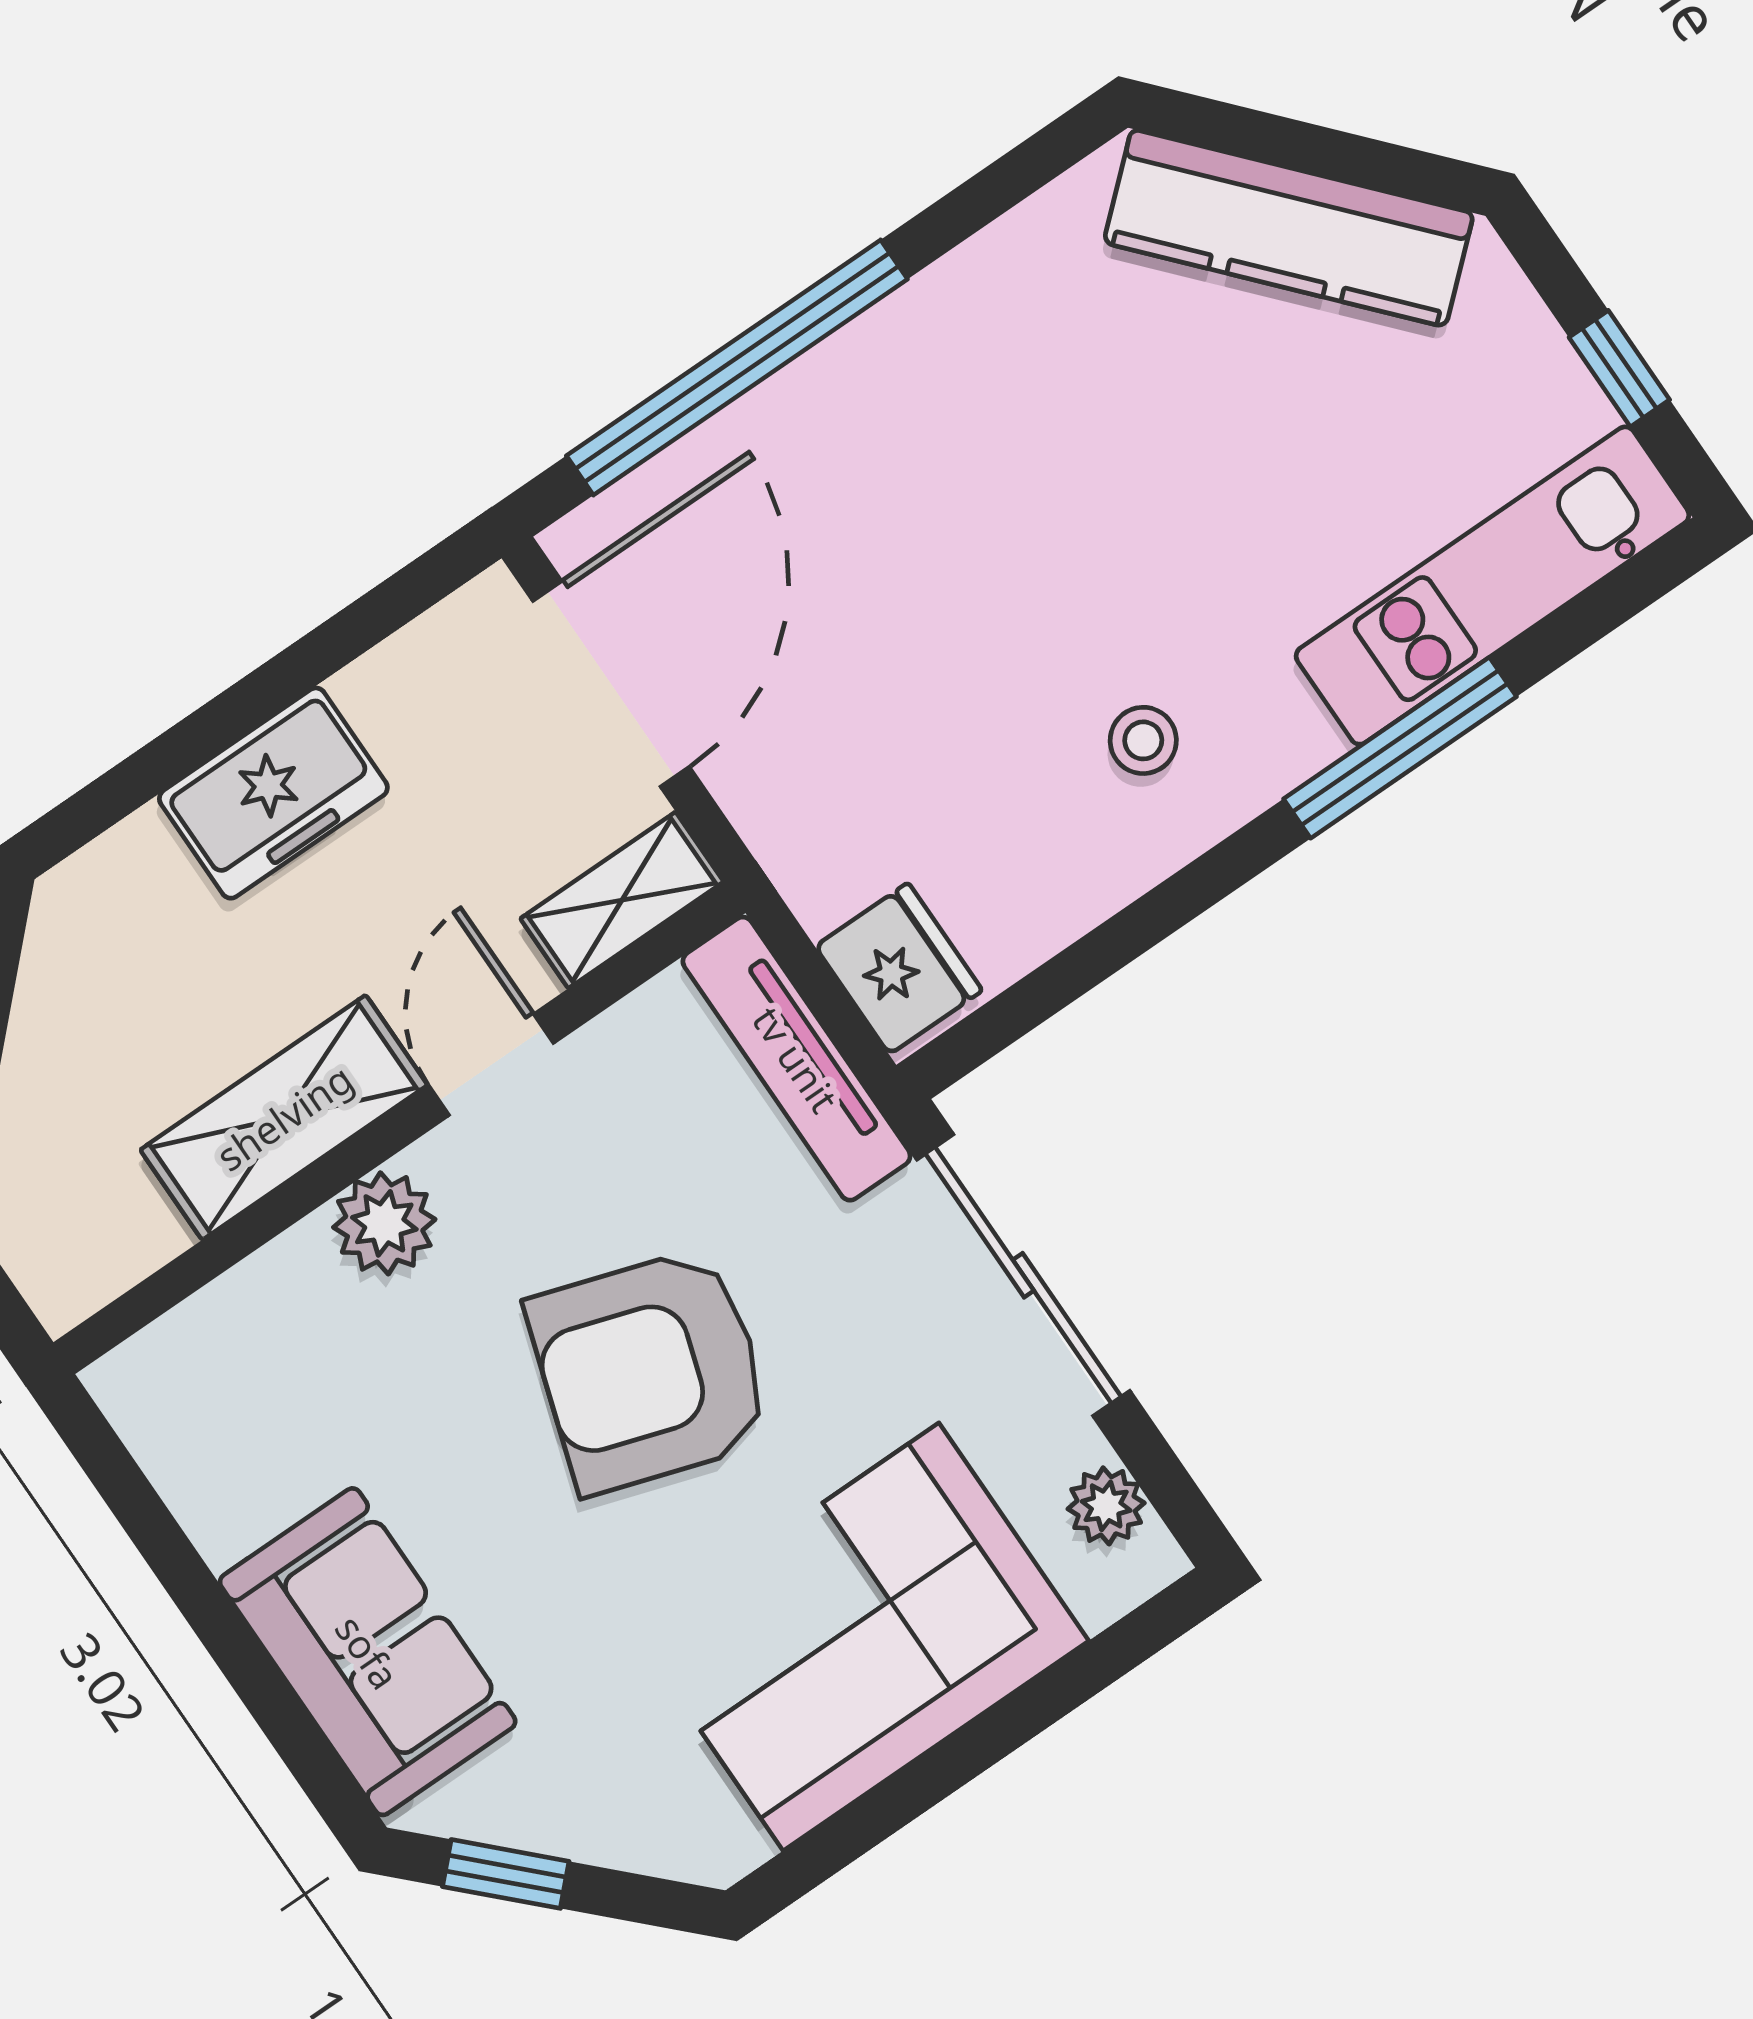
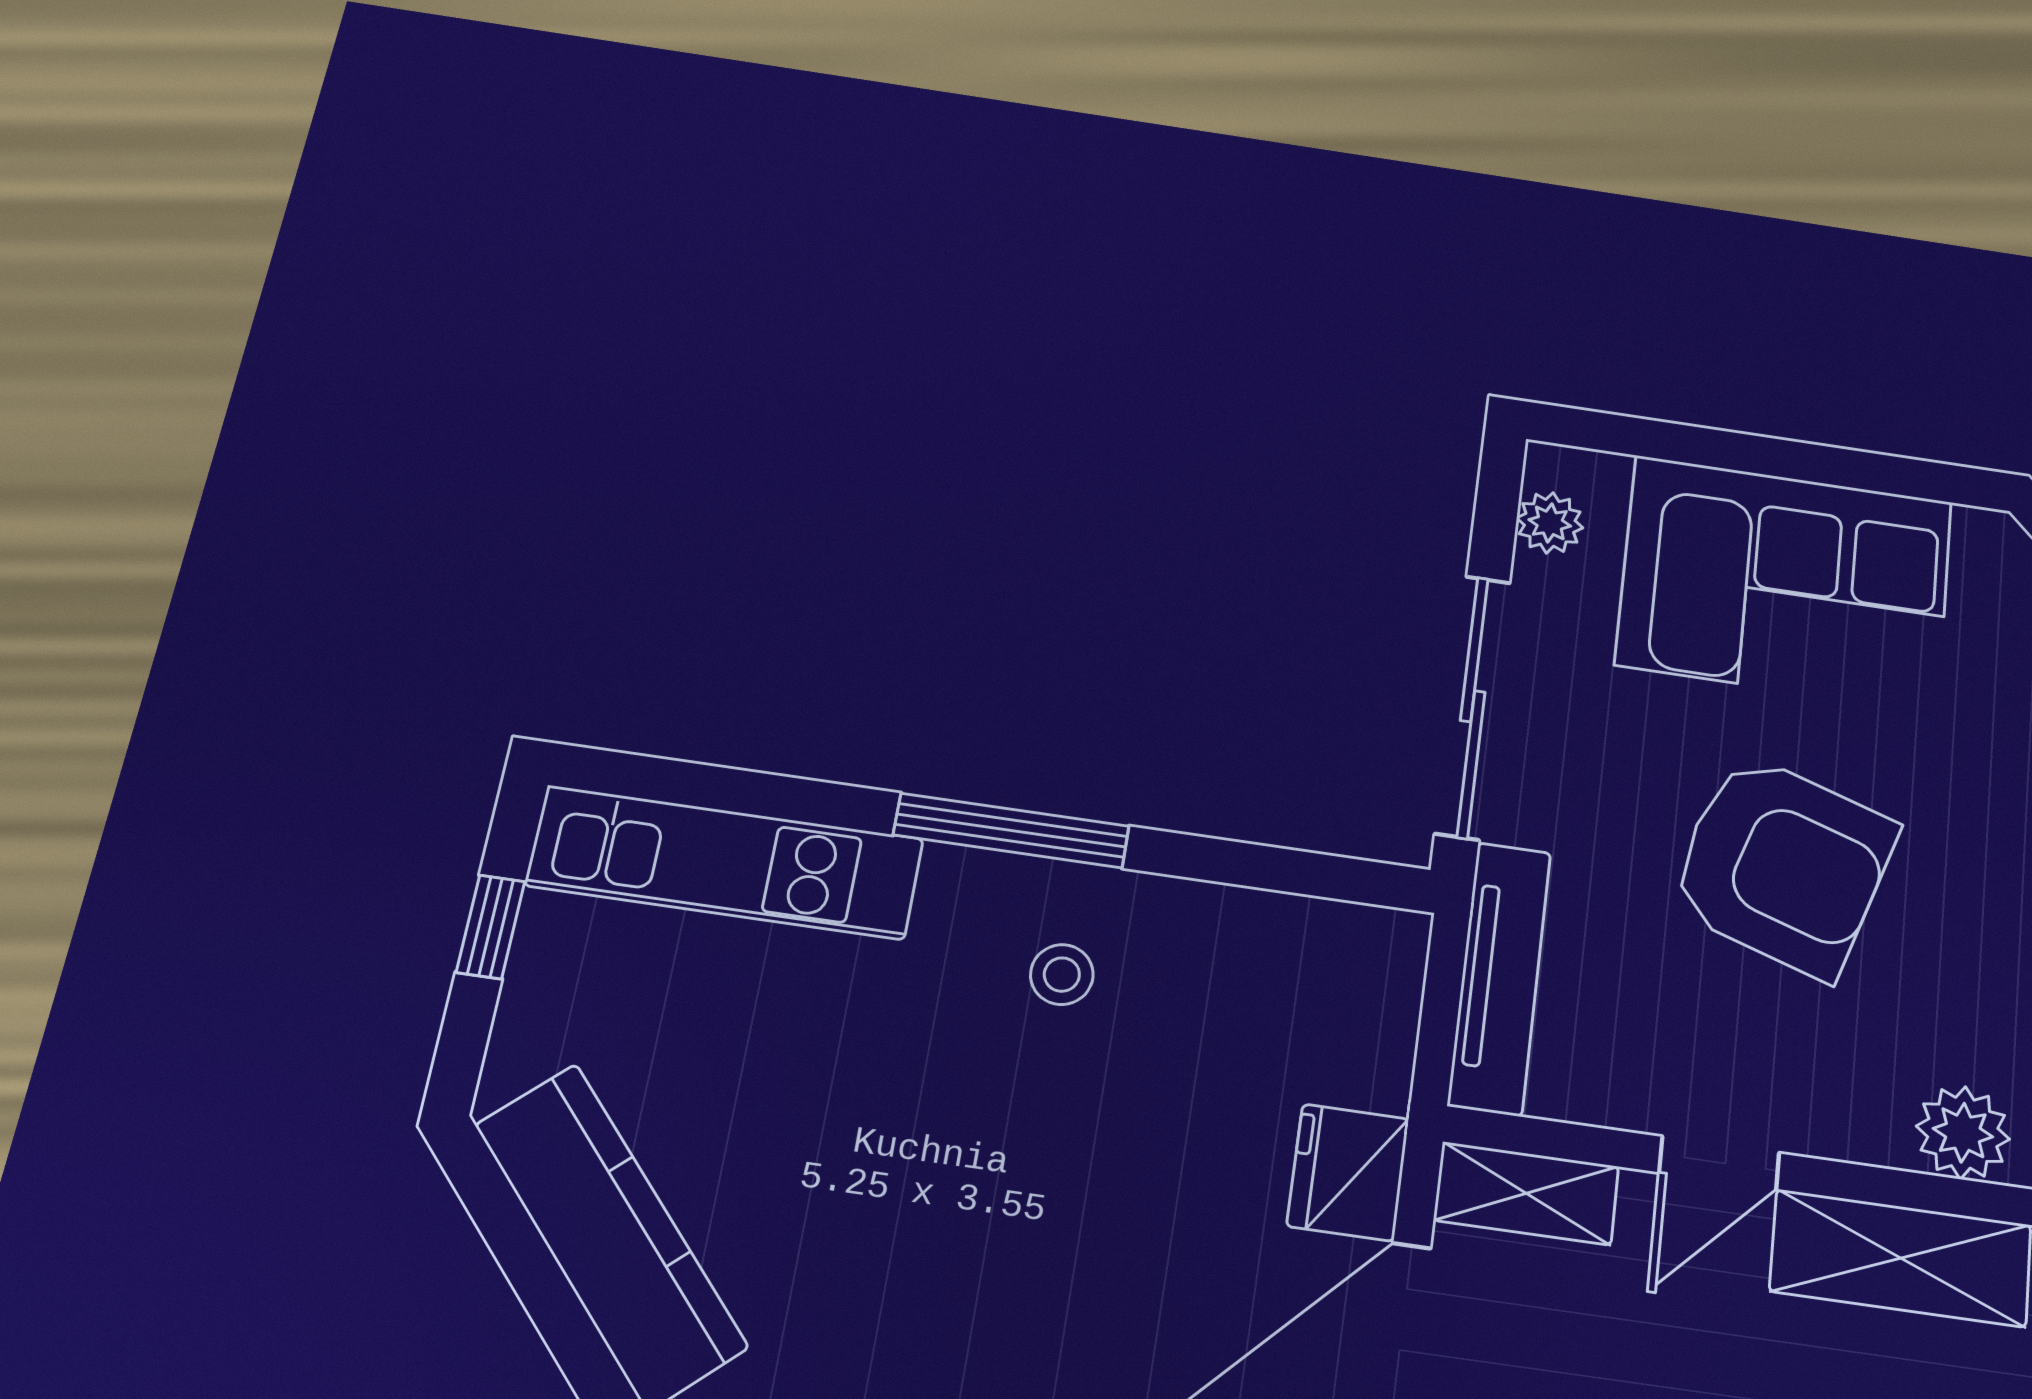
window: (1400, 748) -> (1011, 831), moved
fridge: (899, 969) -> (1348, 1172), moved
plant: (384, 1223) -> (1963, 1133), moved

